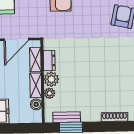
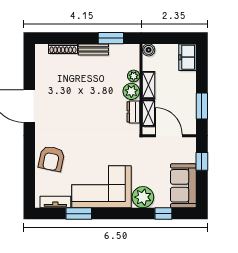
door: (16, 39) -> (169, 136), hinge flipped
boiler: (36, 104) -> (149, 50), moved
bench: (67, 117) -> (93, 49), moved

